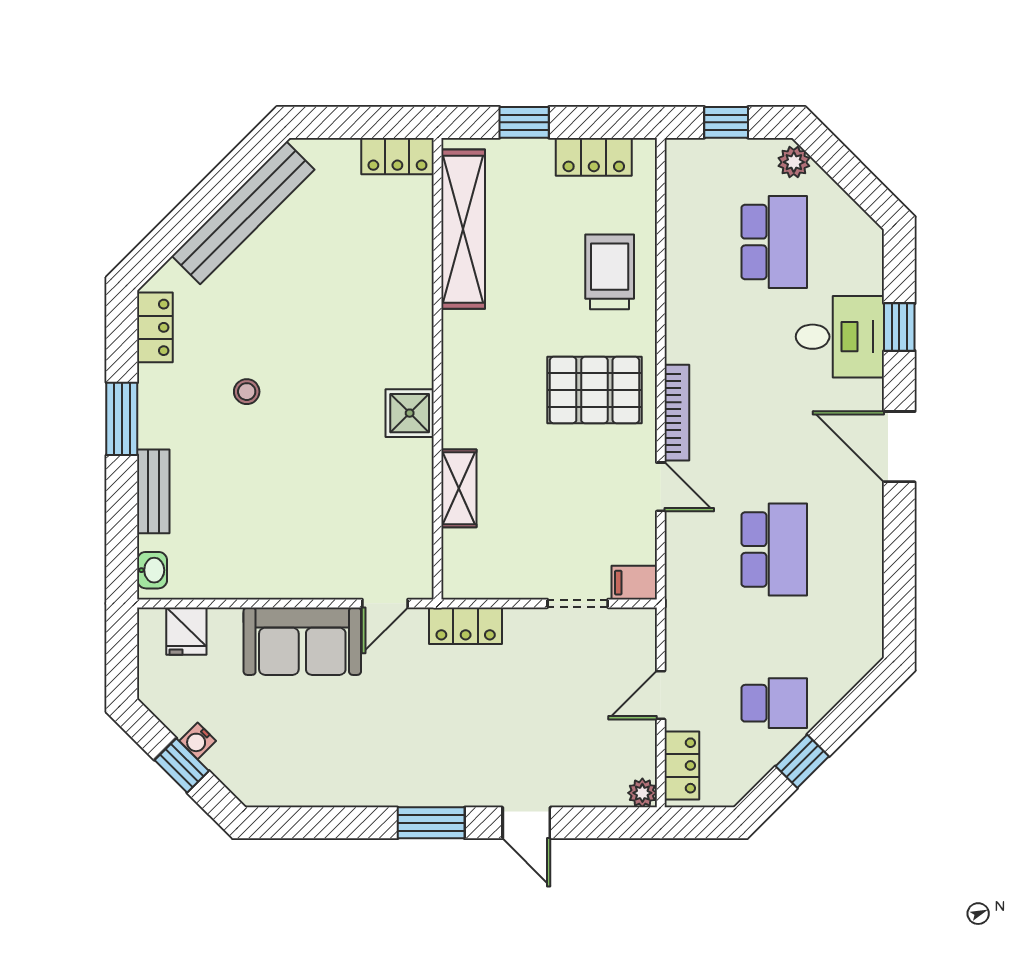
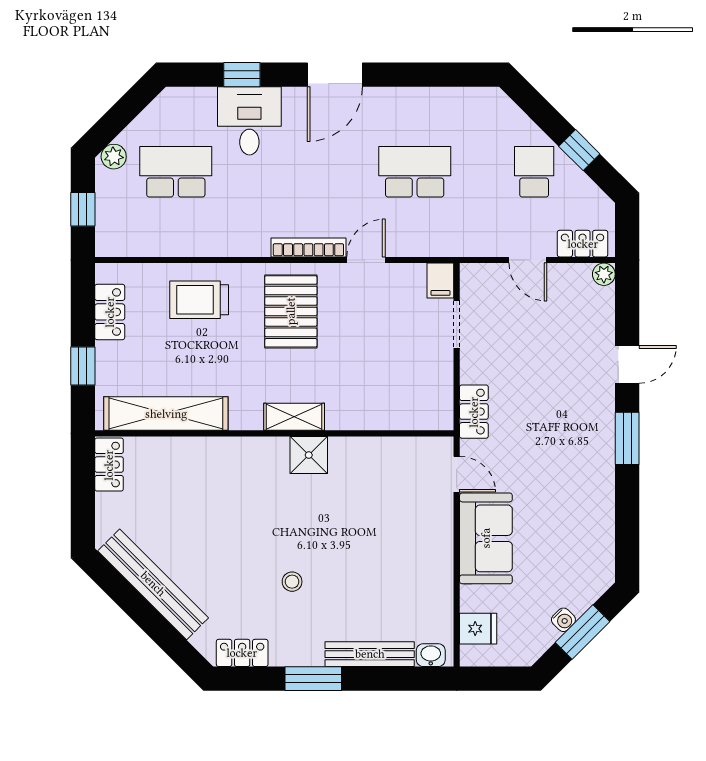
shelving: (459, 488) -> (294, 417), moved
bench: (153, 491) -> (370, 654), width x1.36
window: (182, 765) -> (582, 632), width x1.50

